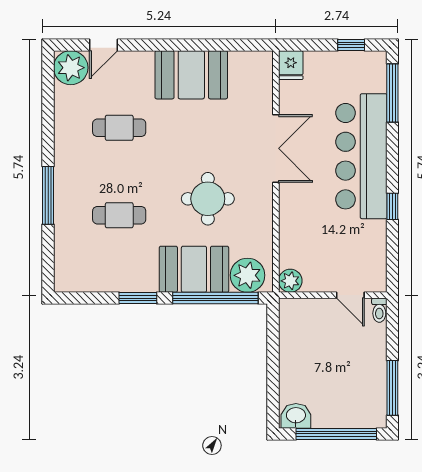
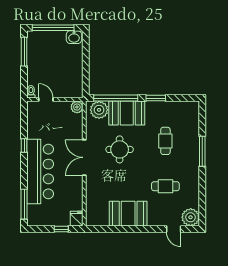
door: (103, 45) -> (174, 229), swing flipped
window: (351, 45) -> (61, 229), moved
double door: (276, 148) -> (84, 157), moved
cafe table: (119, 215) -> (165, 141), turned 90

